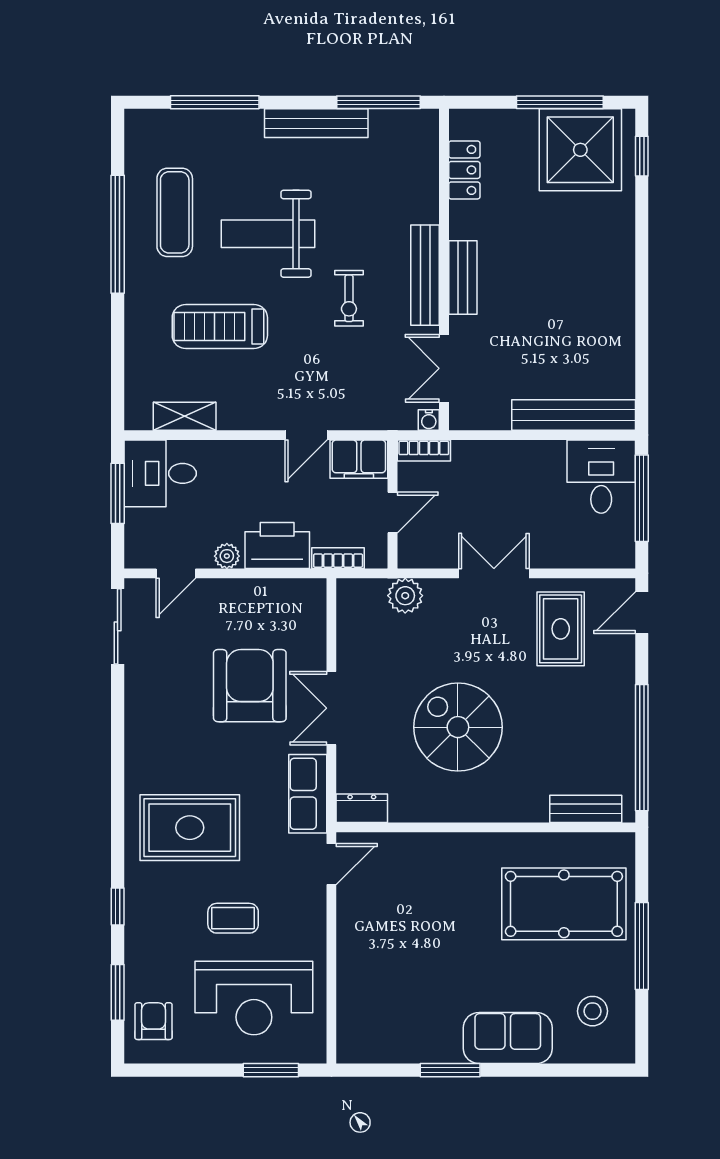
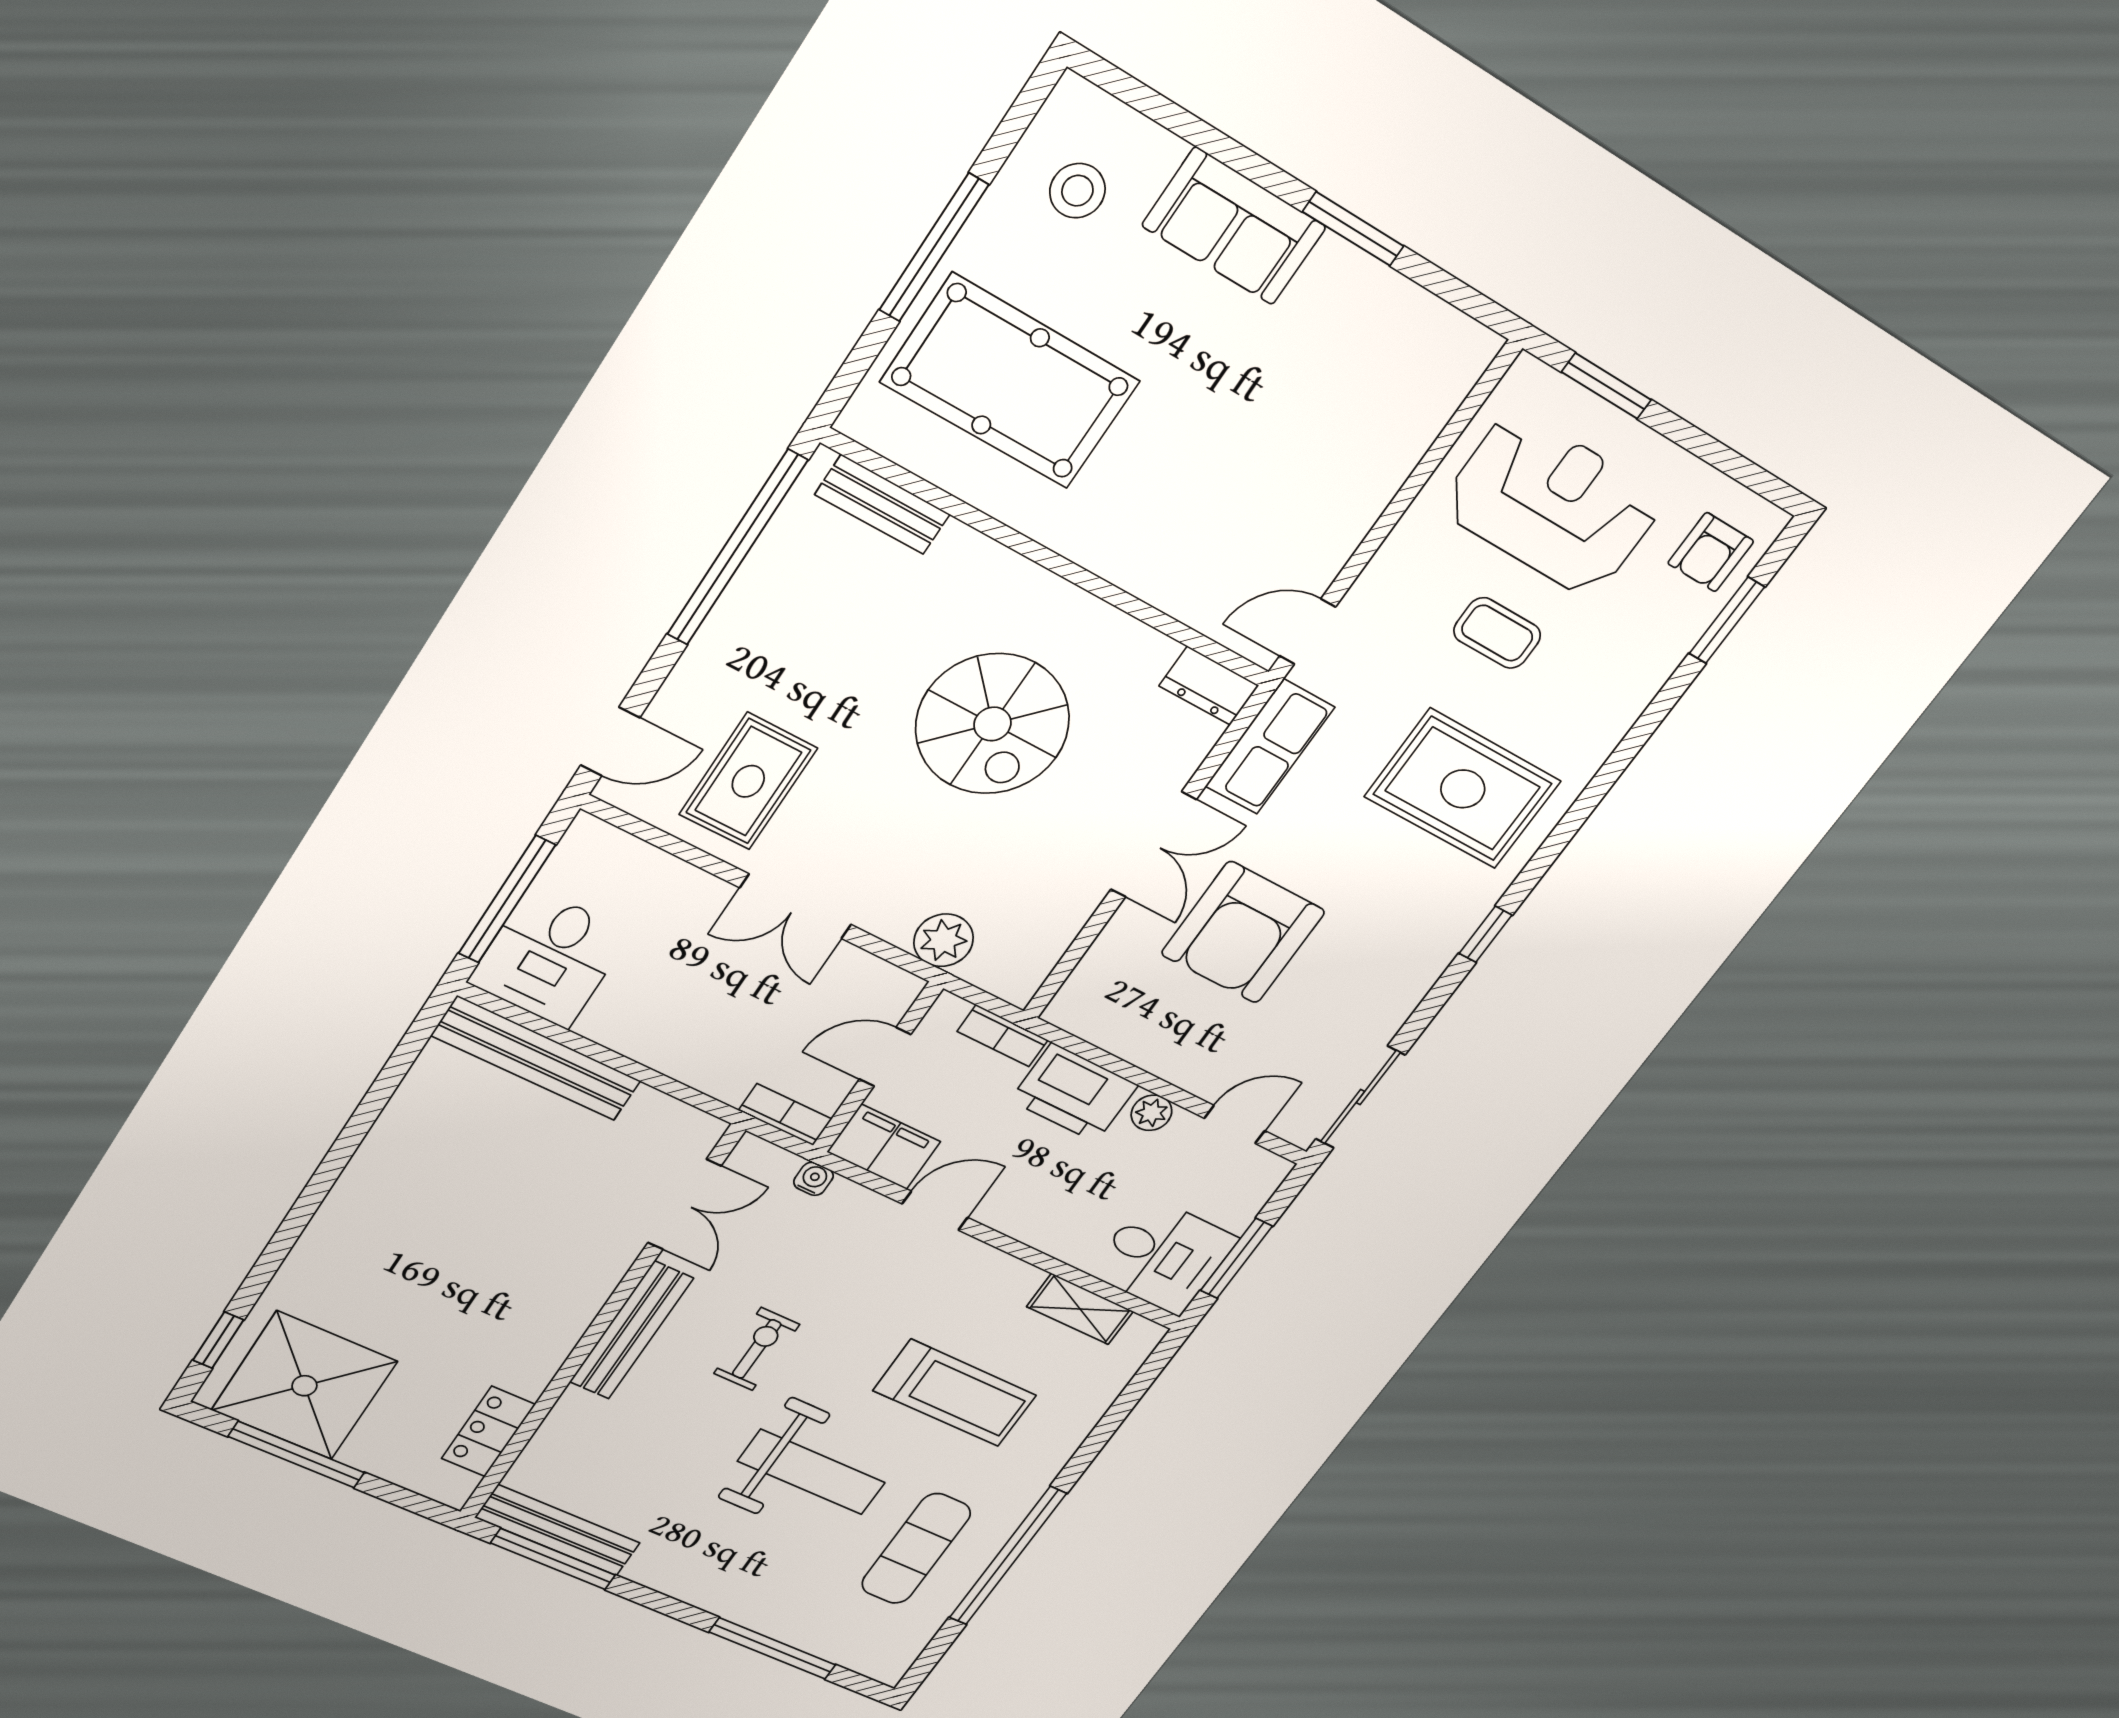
bench: (316, 123) -> (558, 1530), moved
bench: (463, 277) -> (580, 1304), removed
water cooler: (429, 420) -> (813, 1179), moved
window: (118, 906) -> (1486, 934), moved

